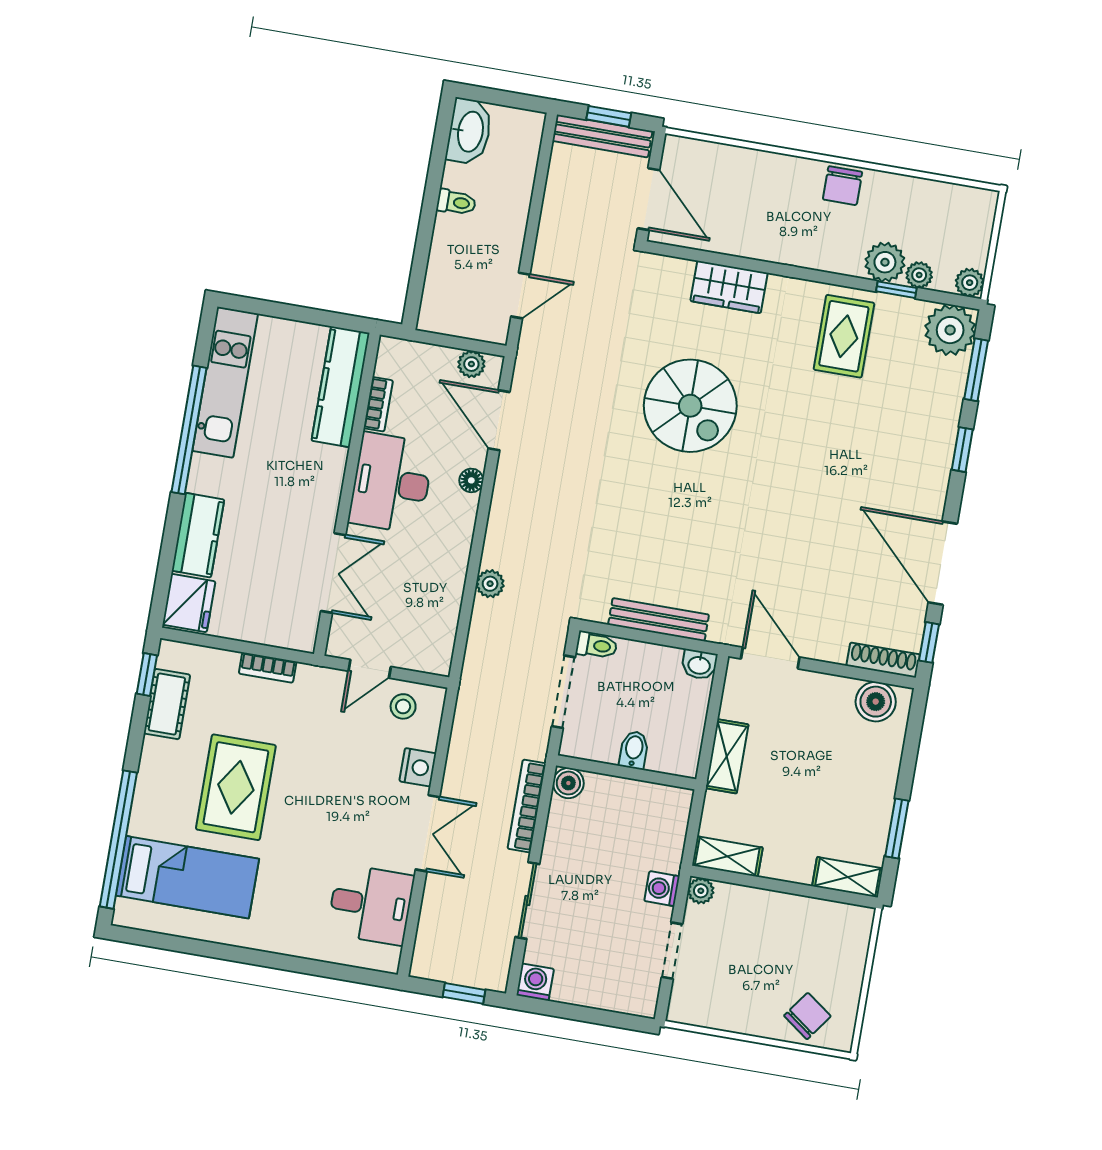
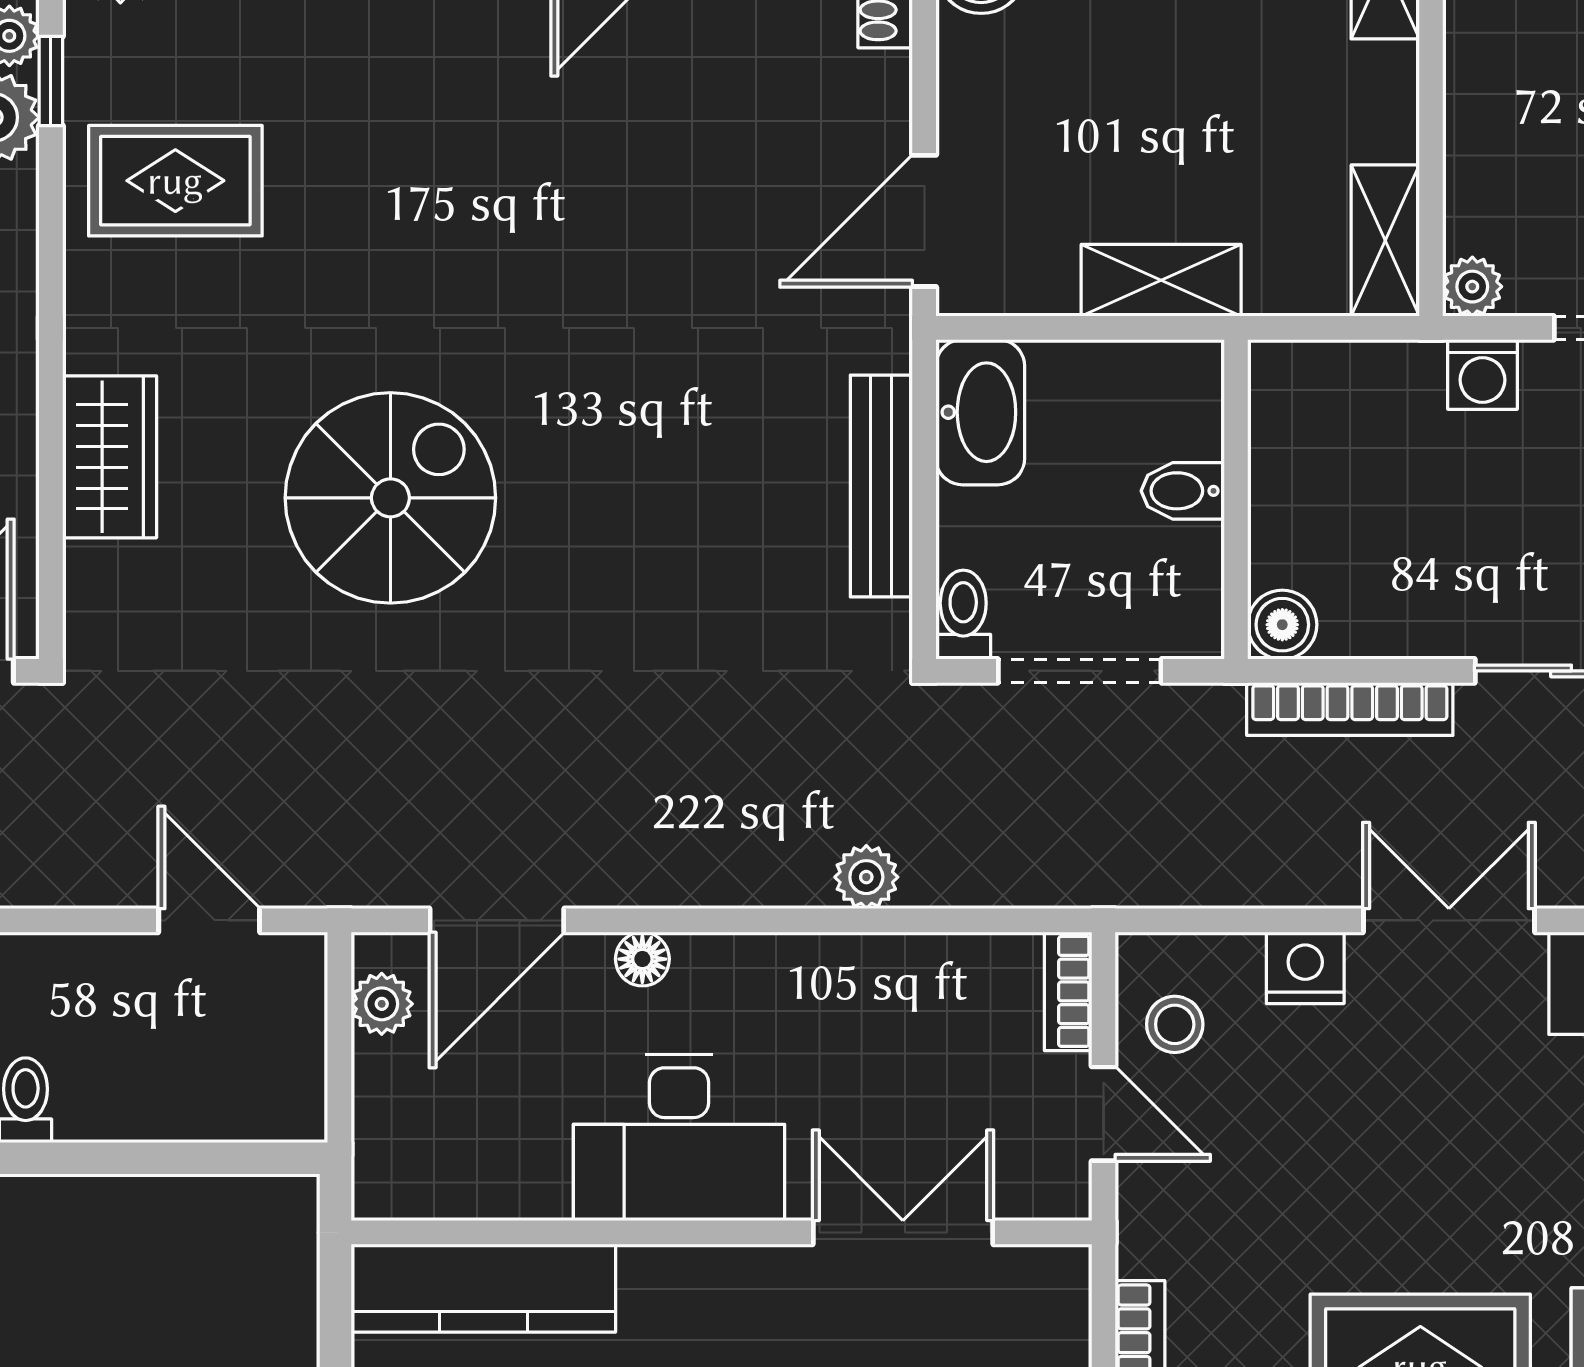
bookcase: (378, 404) -> (1068, 991), moved, turned -90
washbasin: (699, 665) -> (980, 412), width x1.91, depth x1.45

